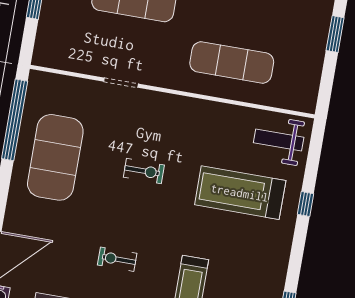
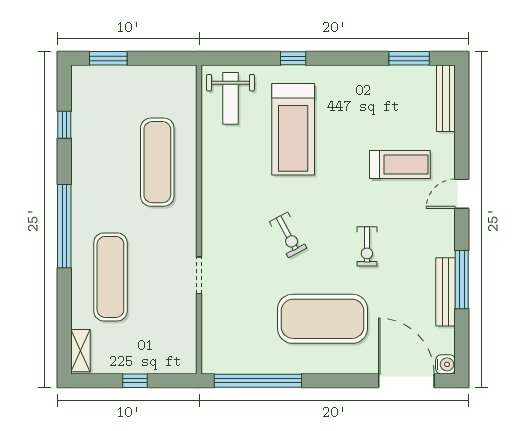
exercise mat: (55, 157) -> (323, 319), moved
exercise bike: (144, 171) -> (288, 235), turned 152
exercise bike: (117, 259) -> (367, 246), moved

